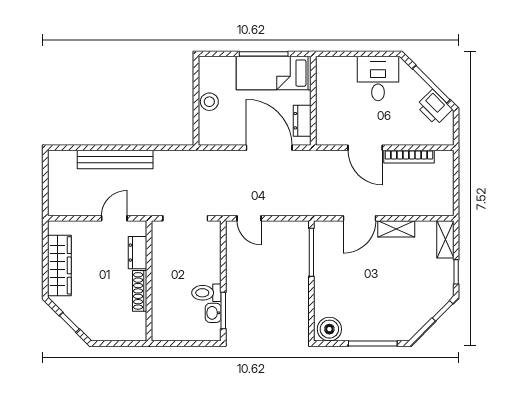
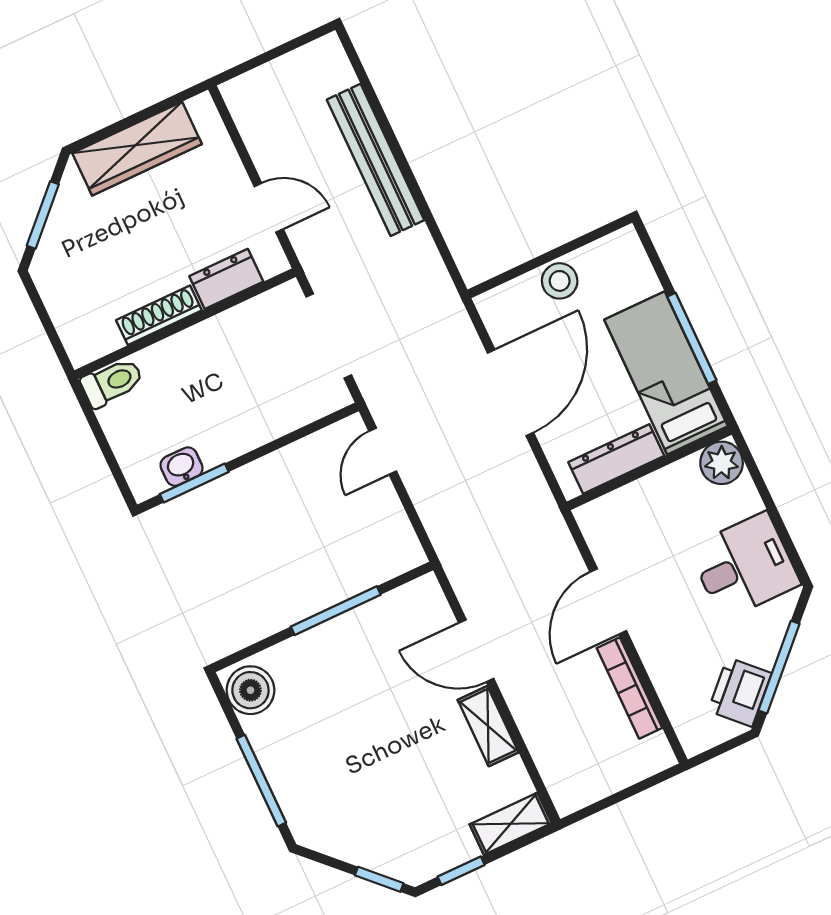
plant: (326, 67) -> (722, 463), added
dresser: (302, 121) -> (616, 459), width x1.44
door: (269, 148) -> (510, 393), moved
window: (311, 252) -> (336, 611), moved
toilet: (206, 293) -> (112, 382), moved, turned 90
window: (69, 322) -> (43, 215), width x1.50

